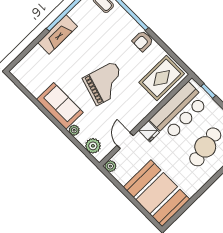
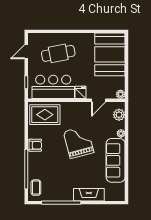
fireplace: (58, 34) -> (89, 195), moved
grand piano: (105, 84) -> (79, 142), turned 58
sofa: (60, 106) -> (116, 160), width x1.36

